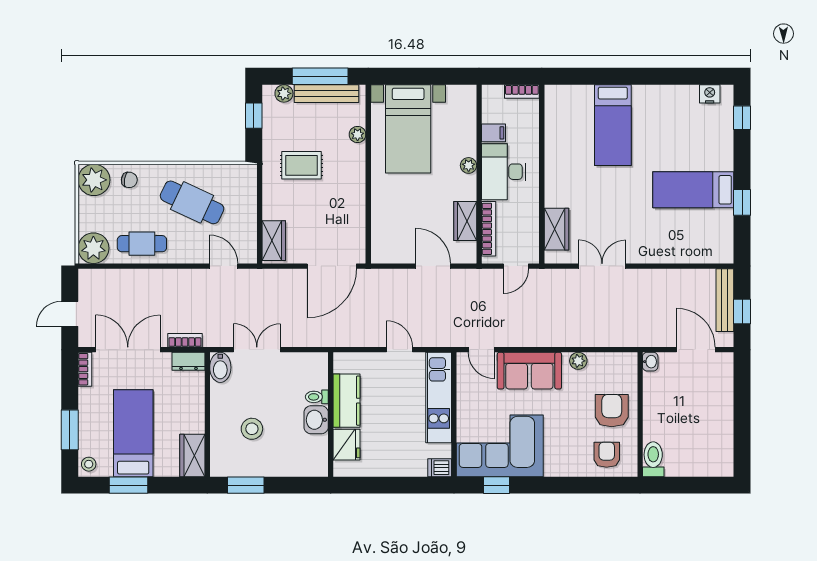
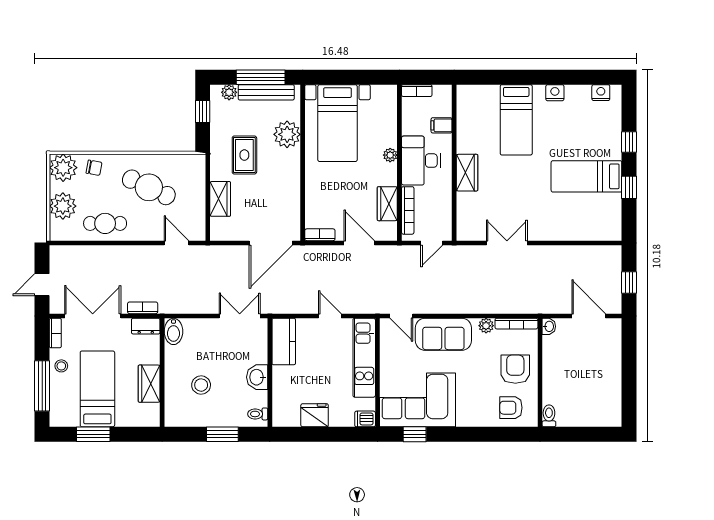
bookcase: (522, 92) -> (417, 91), moved
nightstand: (657, 94) -> (555, 93), added
window: (742, 118) -> (629, 142), moved
filing cabinet: (493, 133) -> (442, 125), moved, turned 180
plant: (358, 135) -> (287, 134), width x1.87, depth x1.87
rug: (301, 165) -> (244, 155), turned 90
wardrobe: (556, 229) -> (467, 173), moved
wardrobe: (274, 241) -> (220, 199), moved
plant: (93, 248) -> (63, 206), moved
bookcase: (388, 257) -> (320, 235), added
bench: (725, 300) -> (614, 273), removed
double door: (257, 350) -> (240, 316), moved
bookcase: (613, 358) -> (516, 324), added
toilet: (317, 397) -> (258, 414), moved
kitchen counter: (347, 401) -> (284, 342), moved
window: (70, 430) -> (42, 386), width x1.44
fridge: (347, 445) -> (315, 415), moved, turned -90
wardrobe: (192, 455) -> (149, 384), moved
armchair: (607, 455) -> (511, 408), turned -90
toilet: (653, 459) -> (549, 416), width x0.73, depth x0.72
stool: (89, 464) -> (61, 366), moved
window: (246, 485) -> (222, 434), moved

